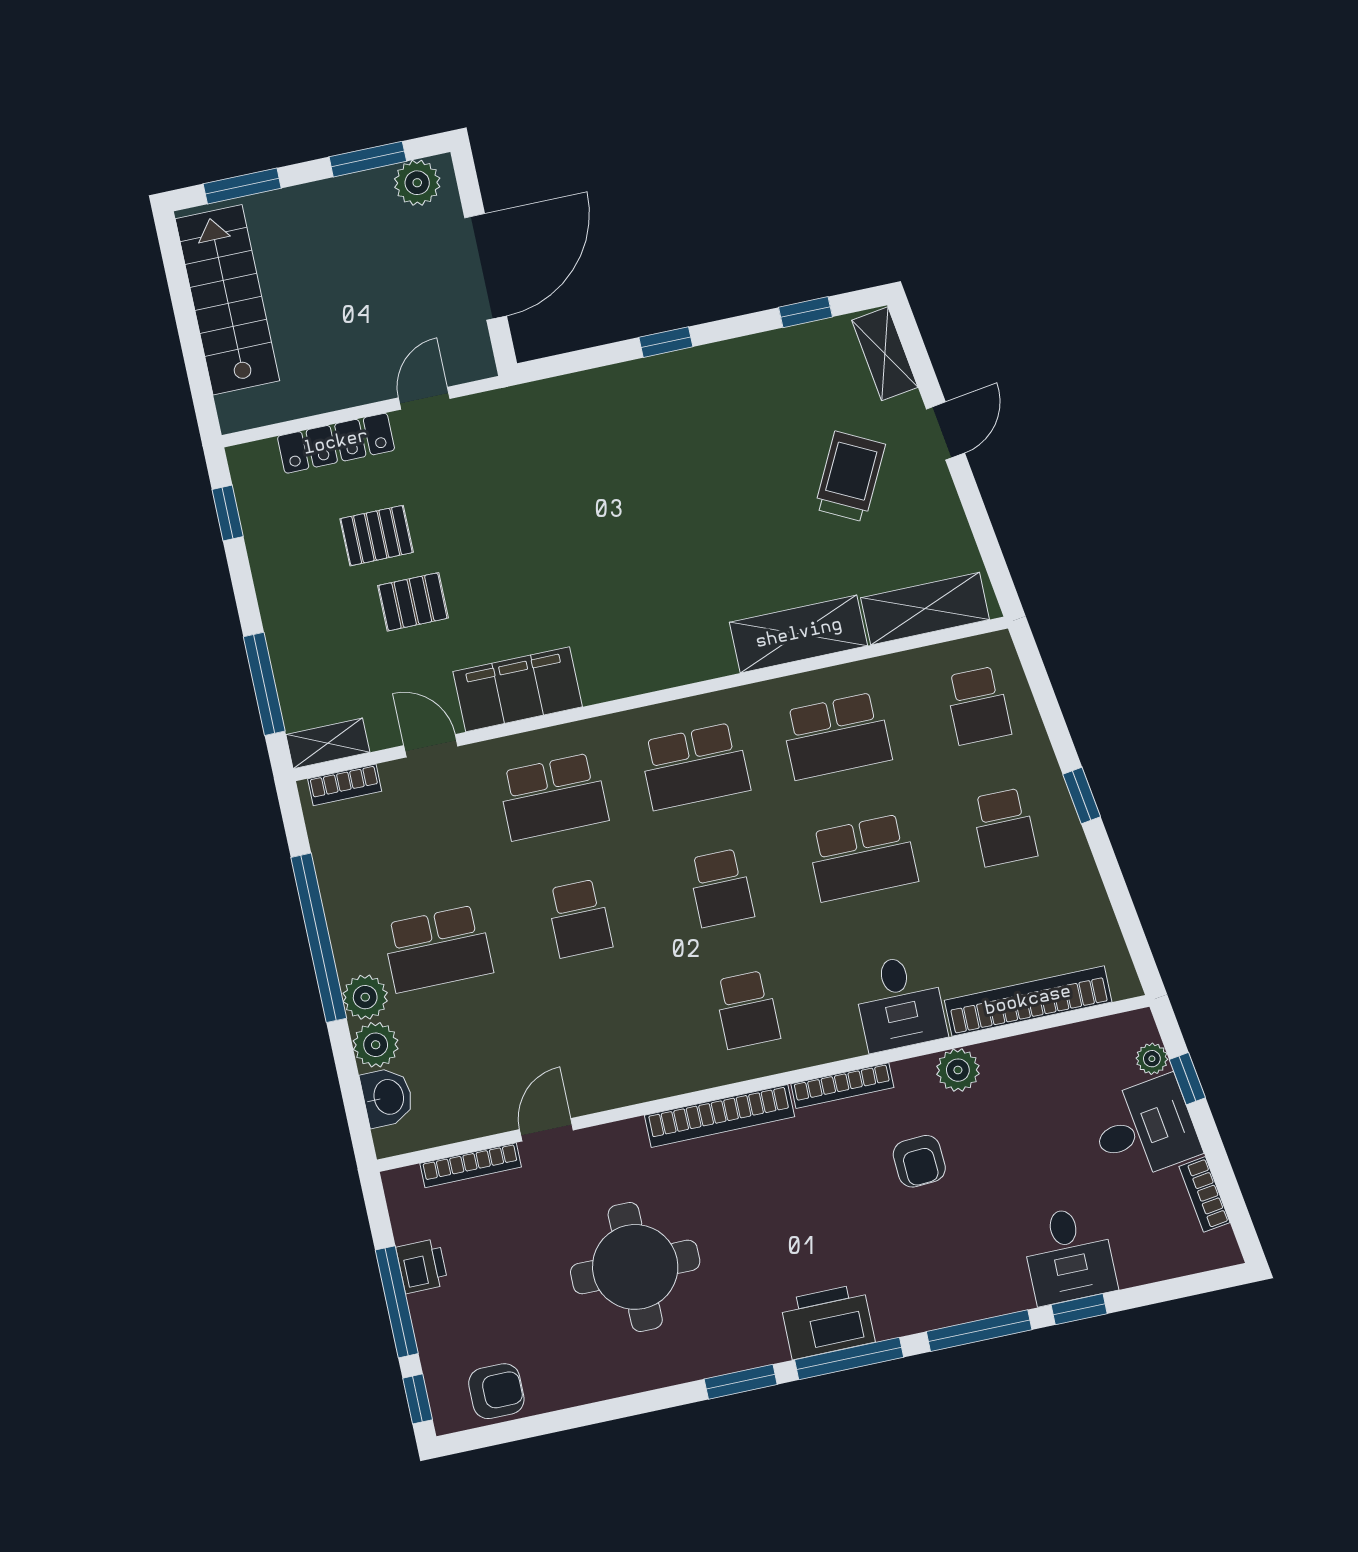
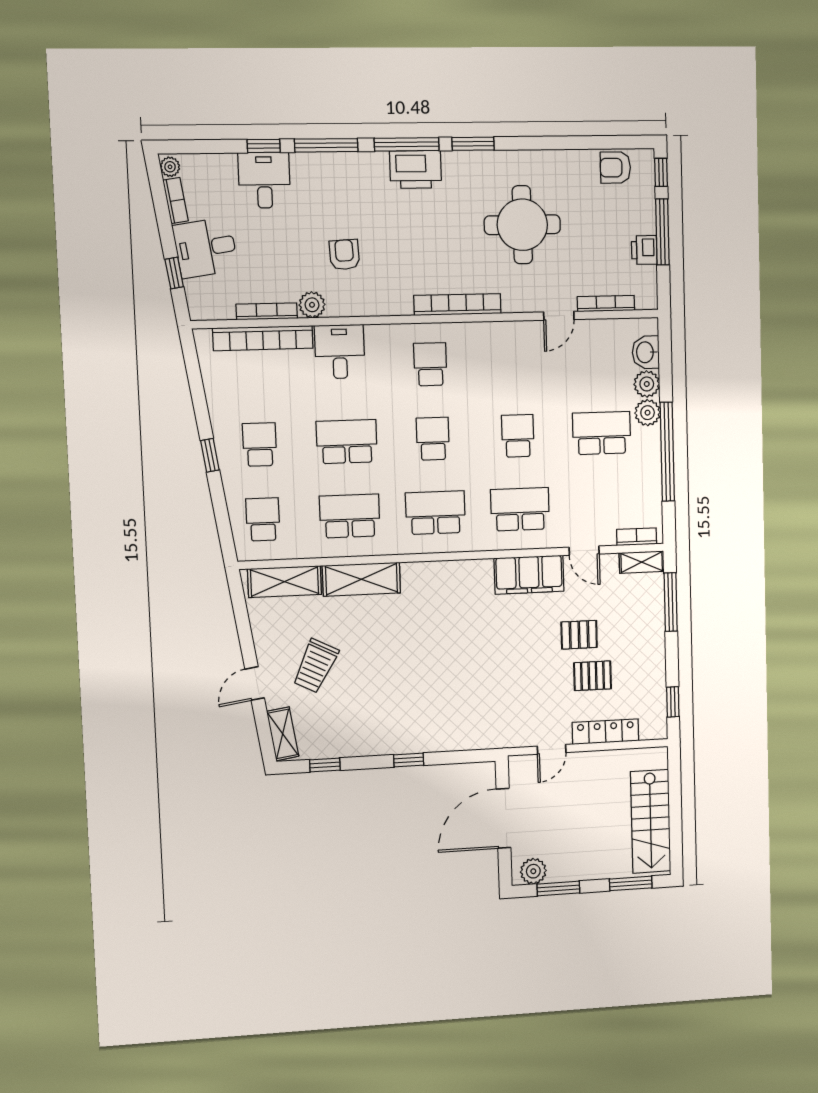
plant: (1152, 1059) -> (170, 167), moved
bookcase: (842, 1086) -> (267, 311), moved

